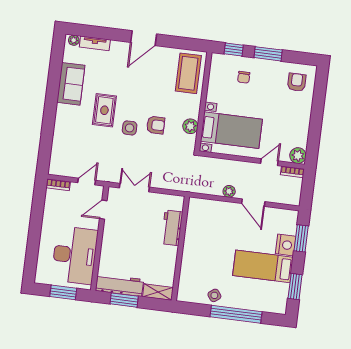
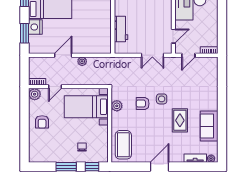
armchair: (297, 82) -> (42, 122), moved
rug: (104, 110) -> (180, 120), moved
door: (253, 203) -> (63, 55), hinge flipped

